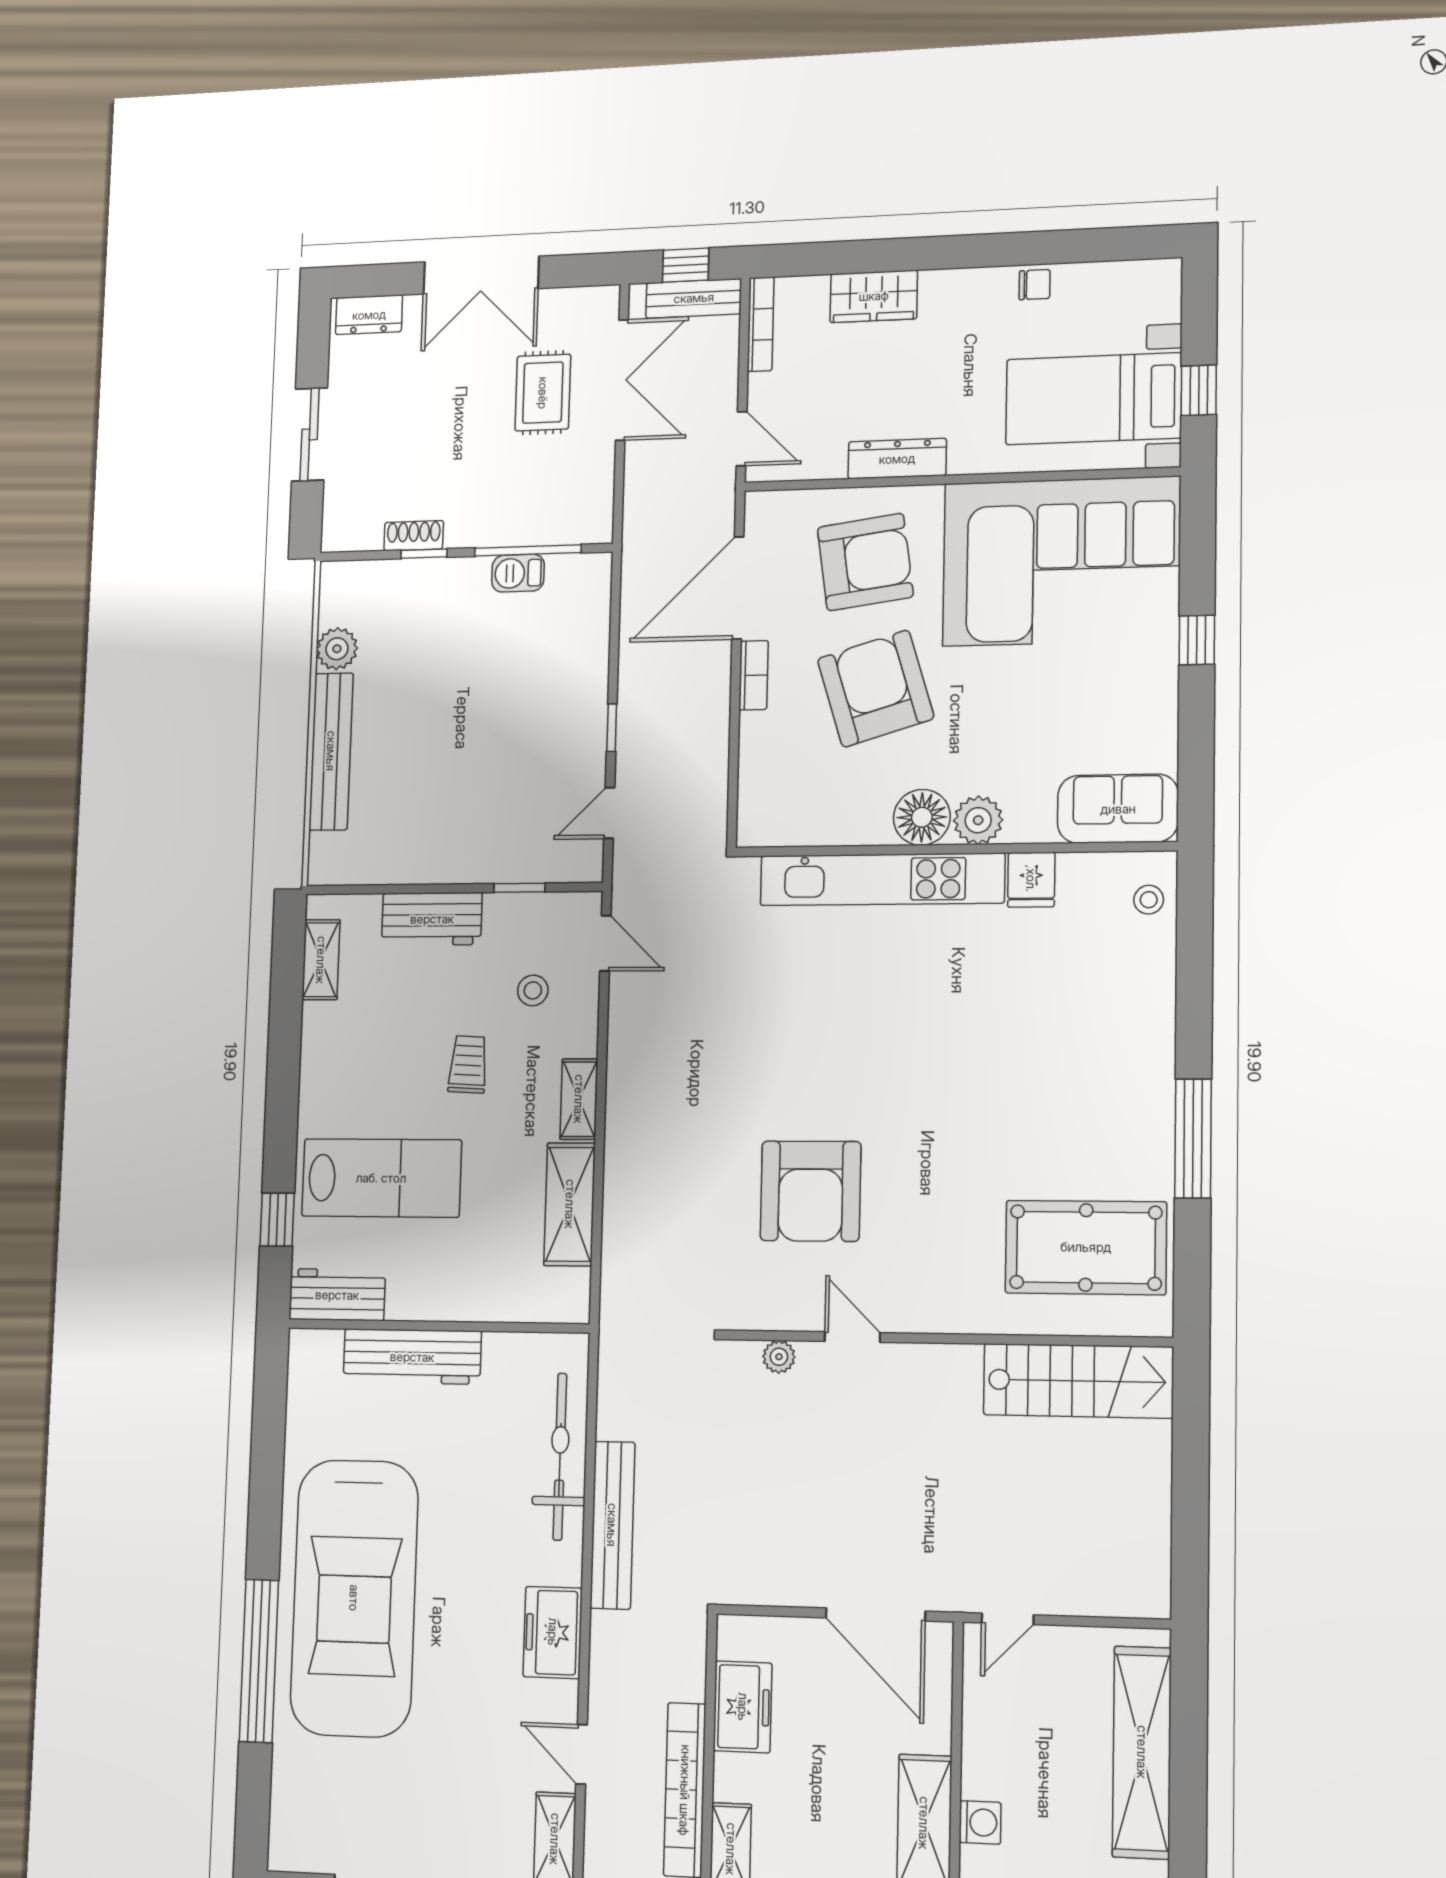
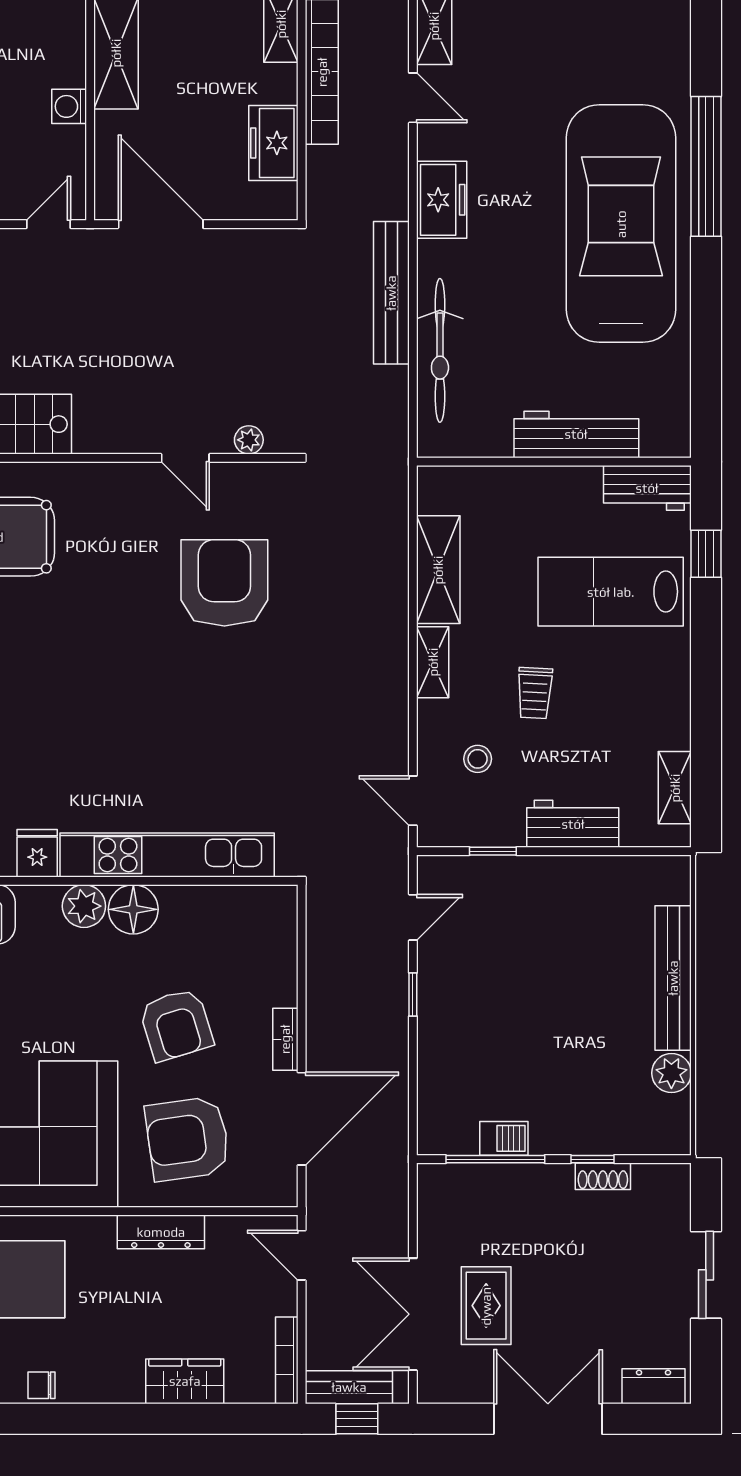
armchair: (876, 689) -> (176, 1025), width x0.73, depth x0.73
washing machine: (980, 1822) -> (69, 106), moved

